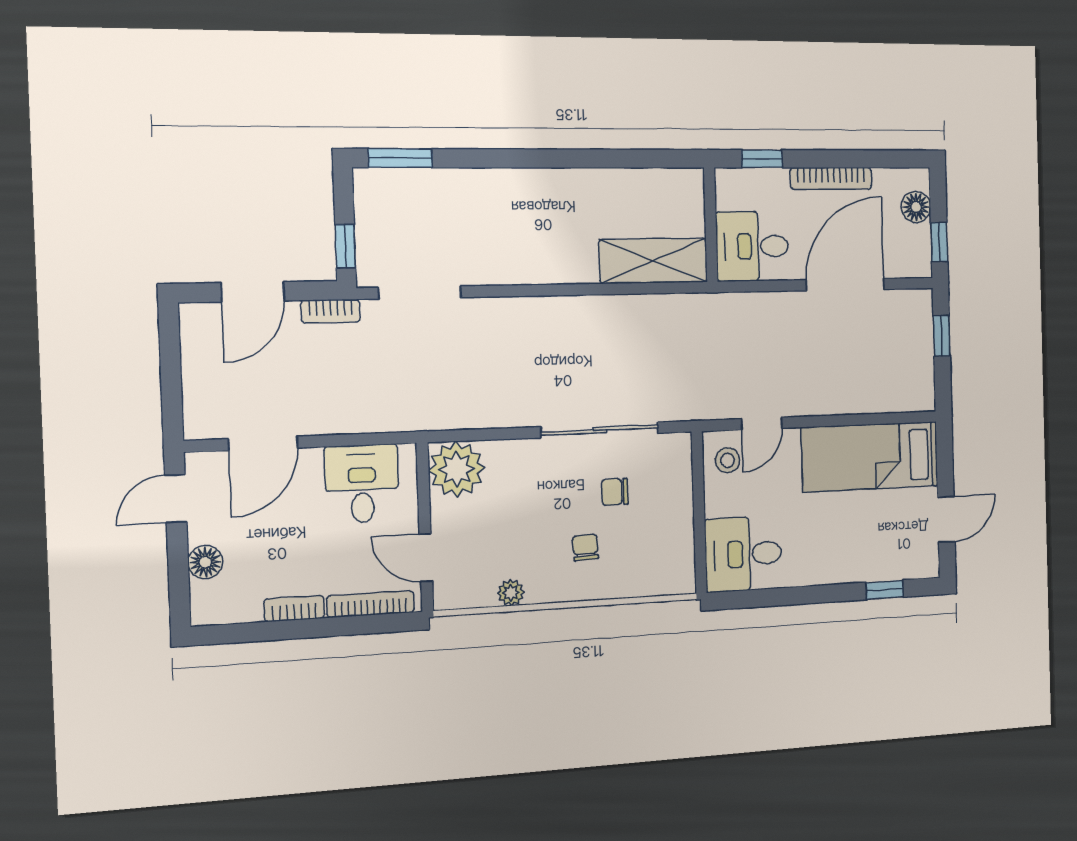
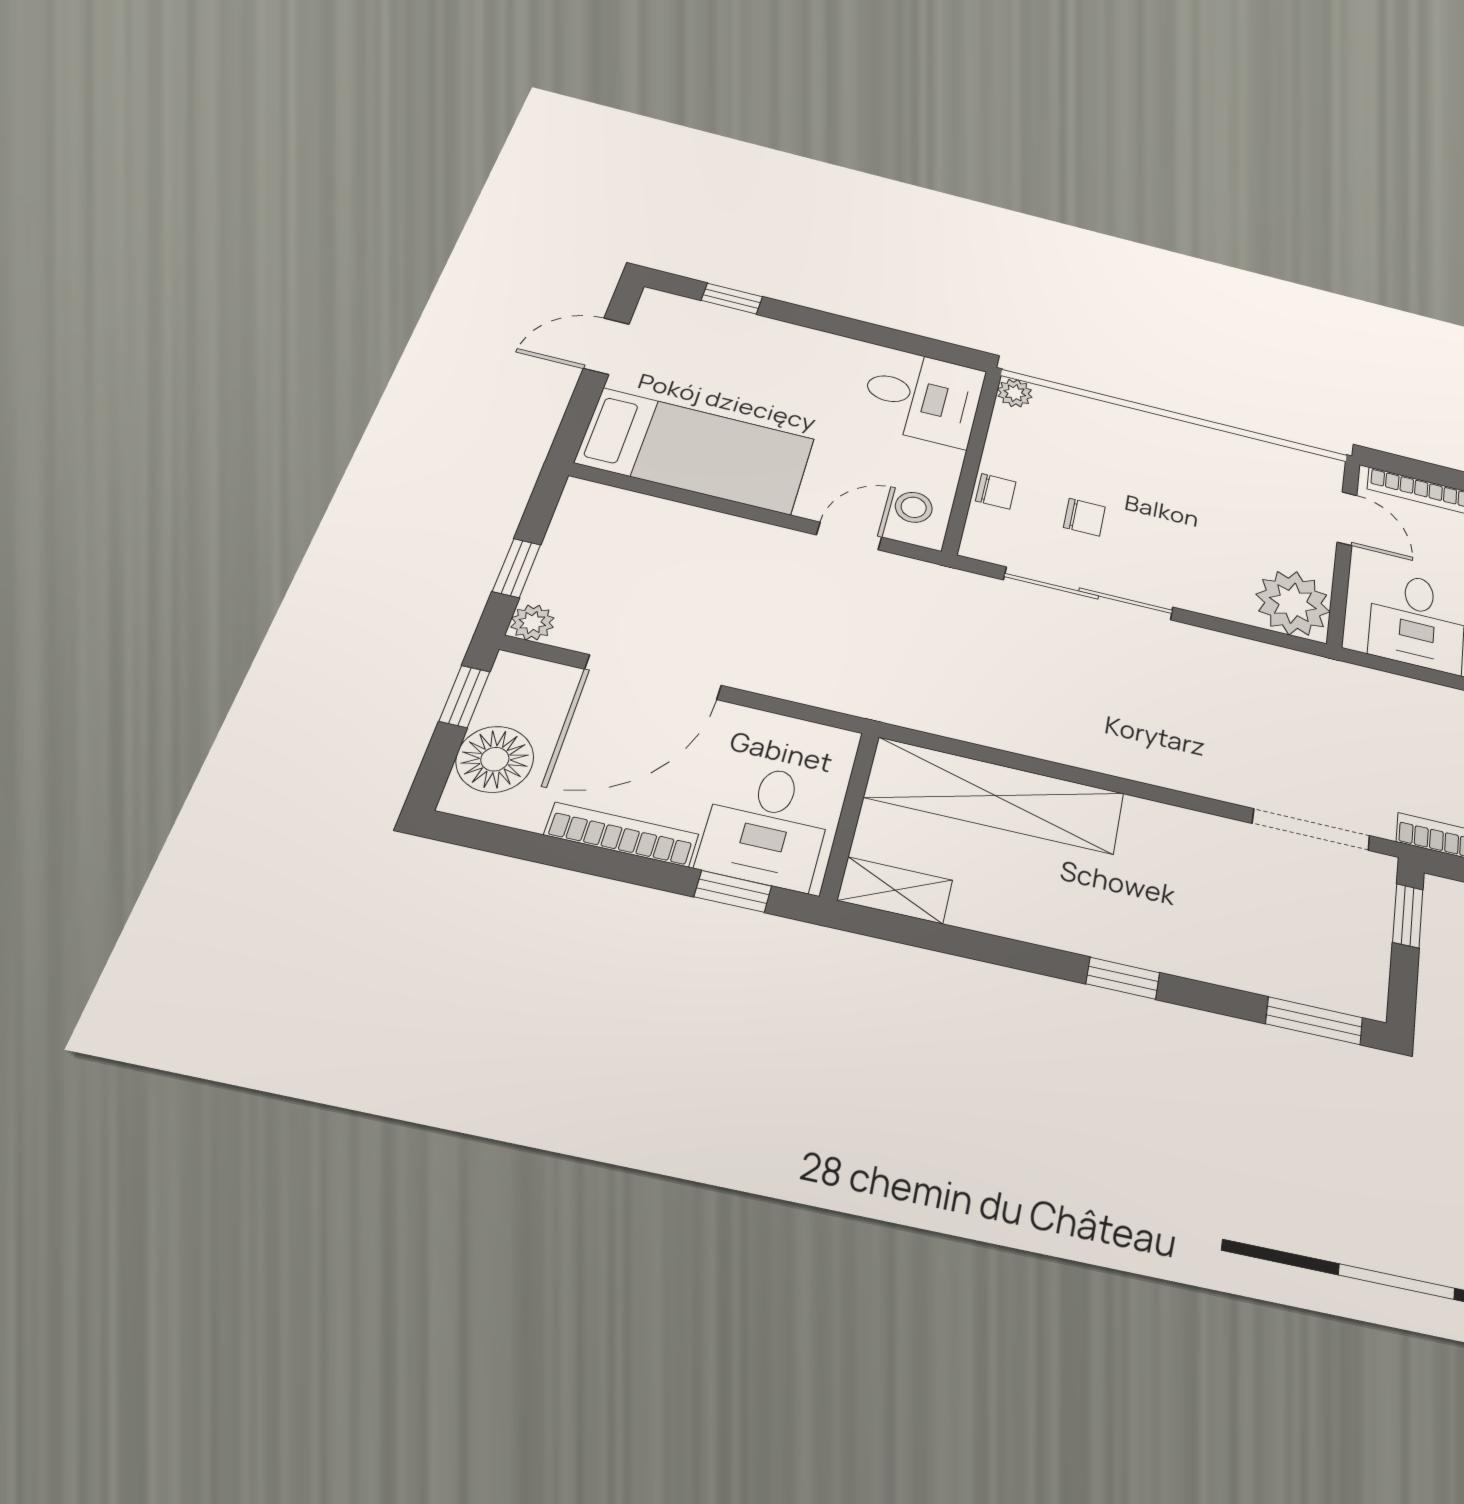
window: (526, 158) -> (1123, 978), added
shelving: (673, 182) -> (895, 890), added
floor lamp: (916, 207) -> (495, 759), width x1.38, depth x1.38
desk: (752, 246) -> (767, 825), moved, turned 90
shelving: (653, 261) -> (995, 795), width x1.47
plant: (921, 301) -> (532, 622), added
chair: (585, 547) -> (996, 491), moved, turned -87
plant: (511, 593) -> (1015, 393), moved

